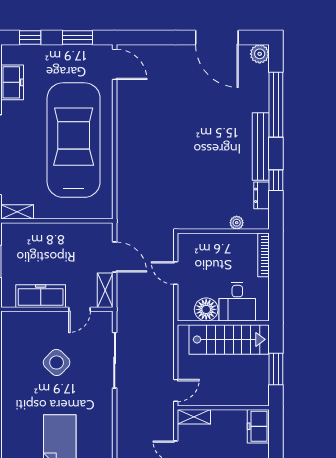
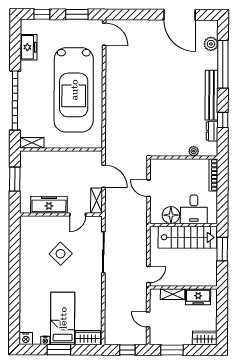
plant: (260, 54) -> (211, 44), moved
car: (74, 140) -> (74, 90), turned 180
window: (276, 369) -> (222, 249), moved
shelving: (194, 417) -> (173, 294), moved
freezer: (258, 426) -> (198, 297), moved, turned -90

